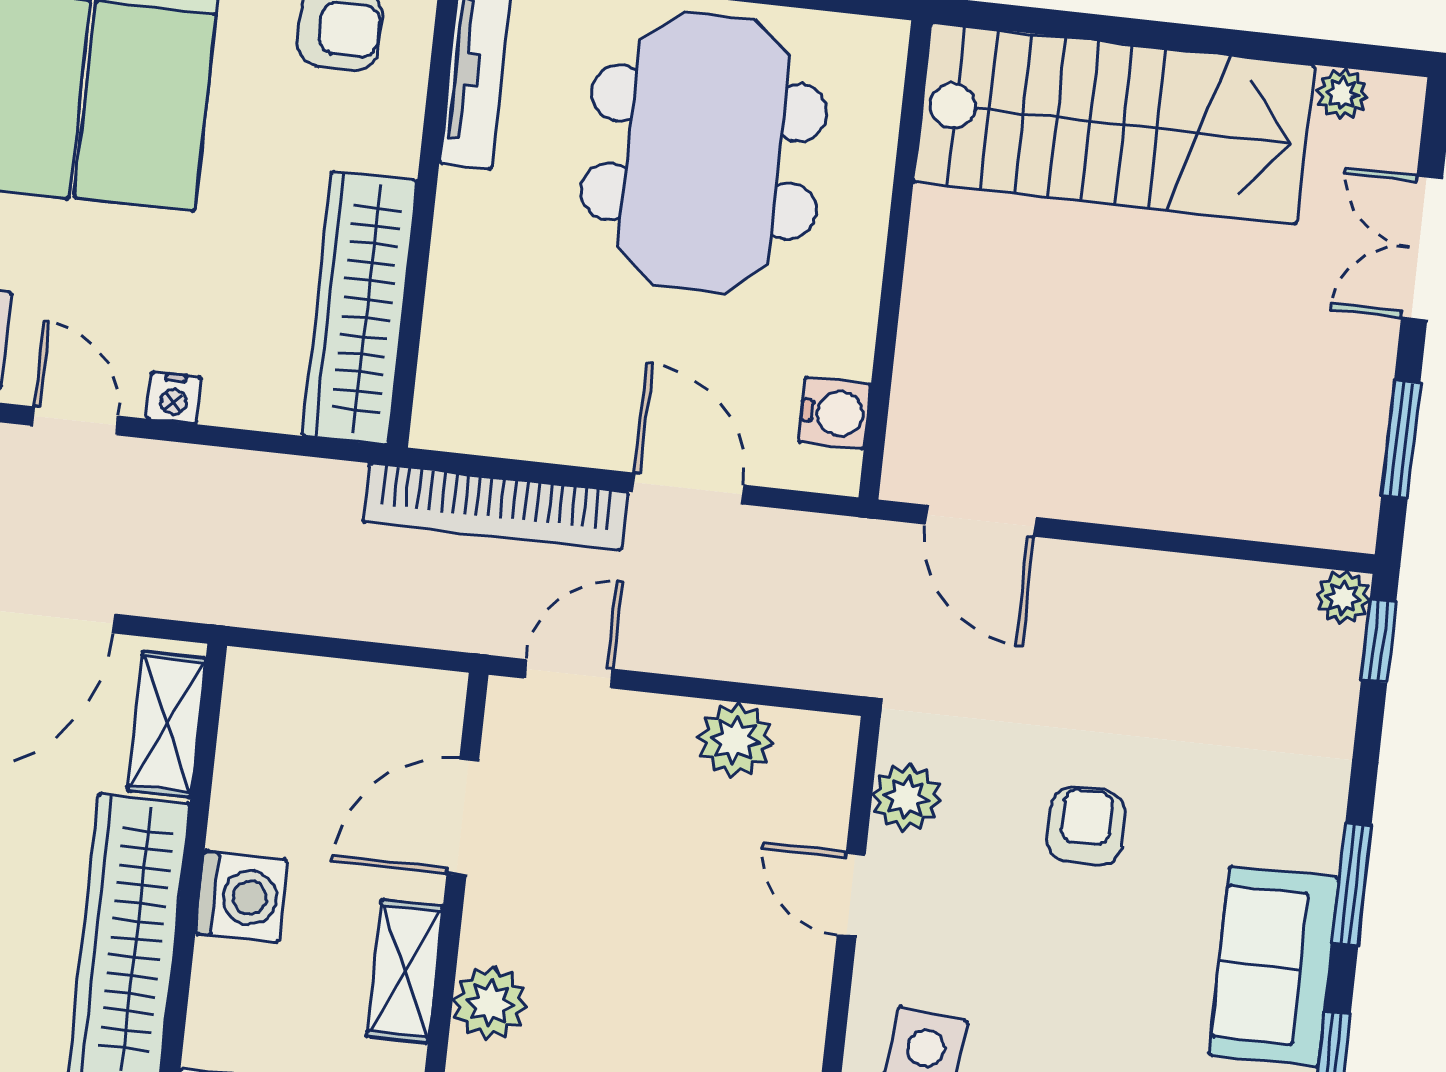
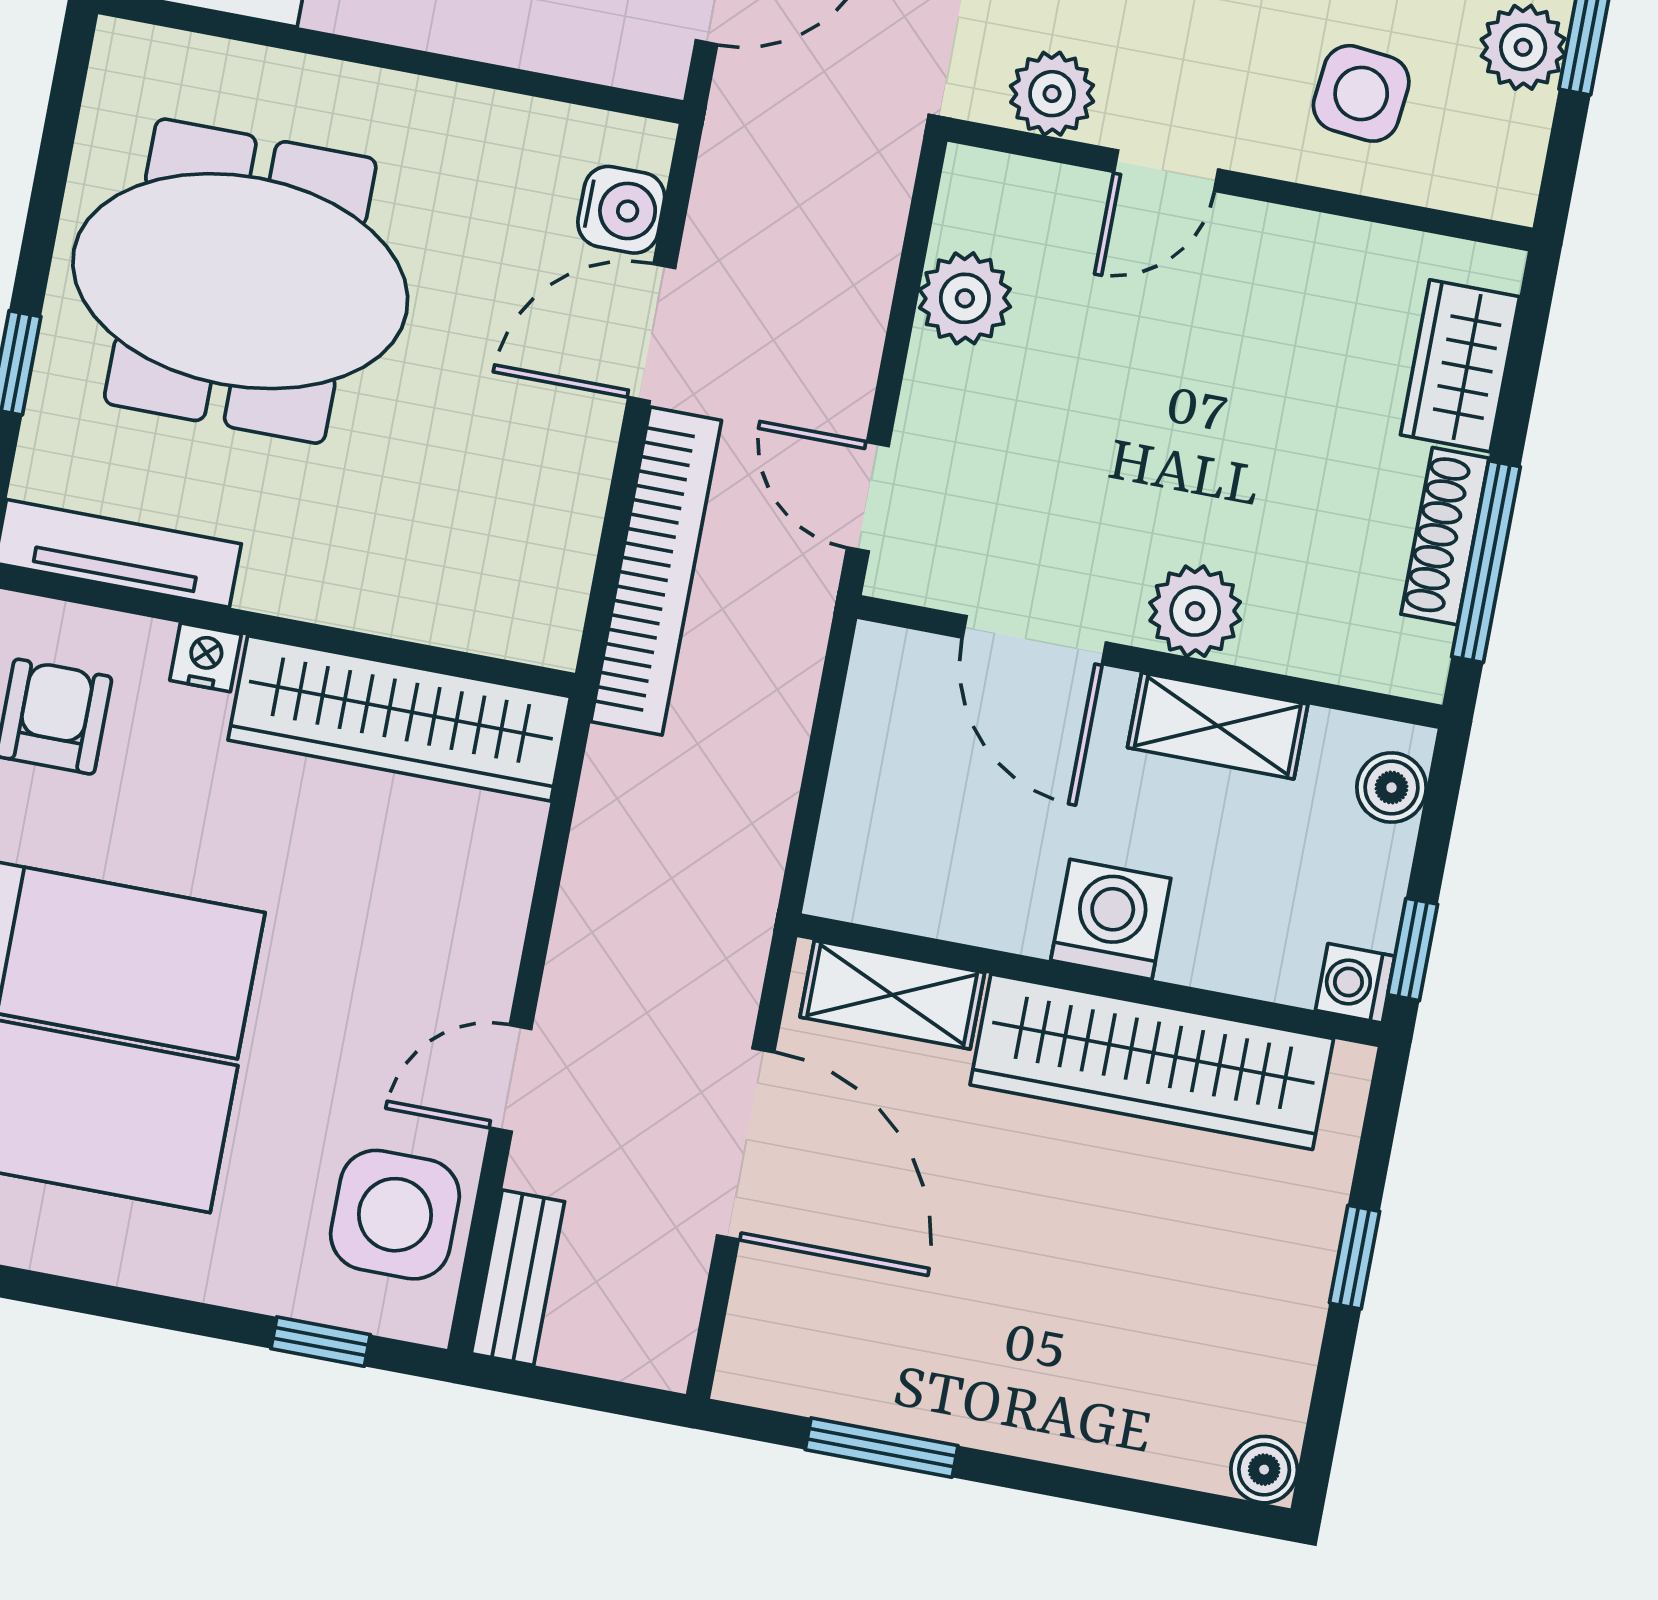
nightstand: (174, 398) -> (205, 657), moved, turned -90
water cooler: (835, 413) -> (621, 210), moved, turned 90
plant: (490, 1003) -> (1195, 611), moved

